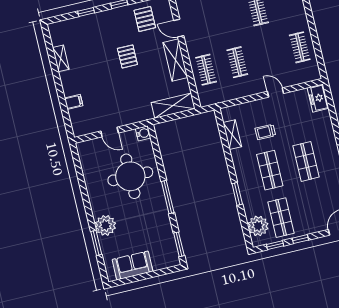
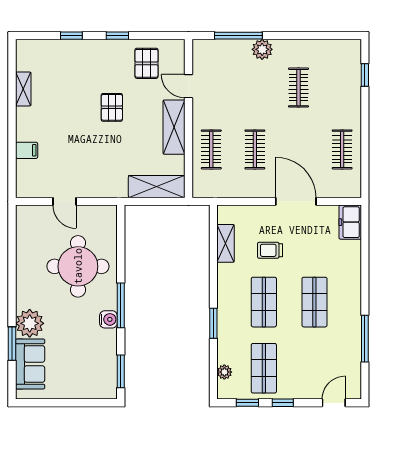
door: (275, 92) -> (296, 201), width x1.88
water cooler: (143, 133) -> (108, 319), moved
plant: (258, 226) -> (224, 372), width x0.53, depth x0.53
sofa: (133, 265) -> (30, 364), moved, turned 90

